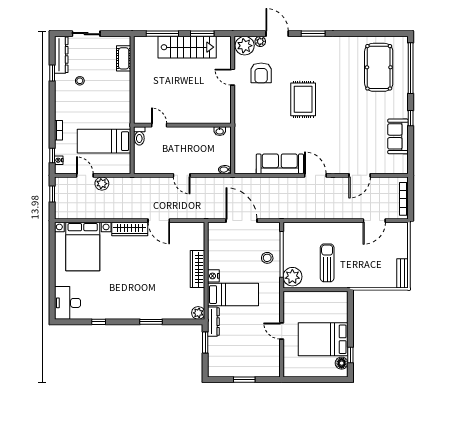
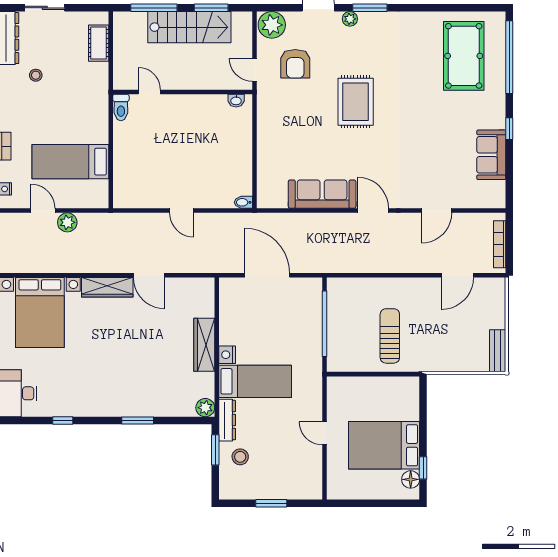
plant: (260, 41) -> (350, 19), moved
door: (159, 125) -> (149, 92), moved
wall: (182, 125) -> (183, 92), moved
washbasin: (220, 131) -> (236, 101), moved
toilet: (139, 136) -> (121, 107), moved
stool: (267, 258) -> (240, 457), moved
plant: (292, 277) -> (340, 356), removed

